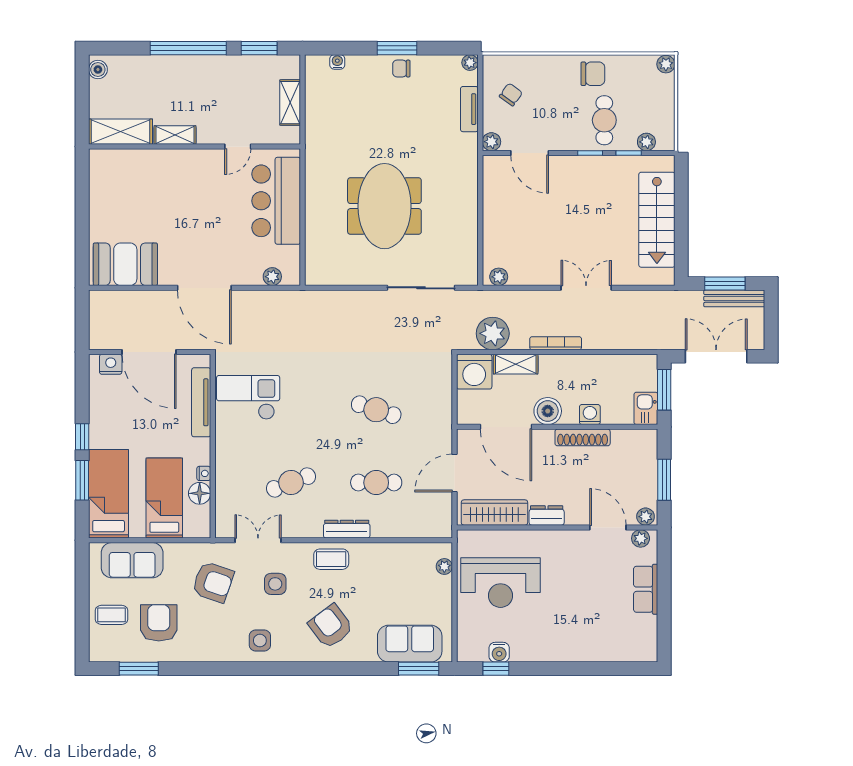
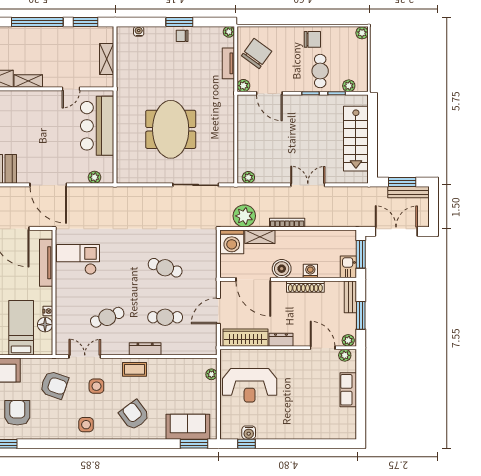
chair: (511, 94) -> (257, 54), width x1.87, depth x1.87
bench: (649, 453) -> (350, 297), added

